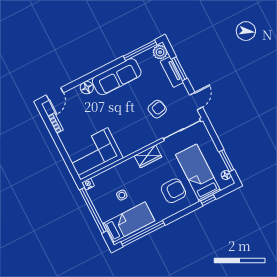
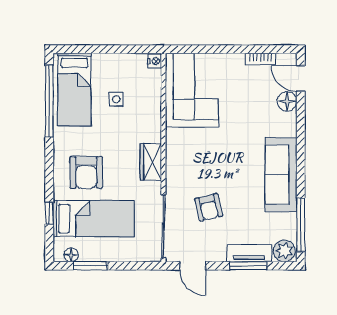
floor lamp: (87, 88) -> (287, 101), moved
window: (93, 210) -> (115, 49), removed

